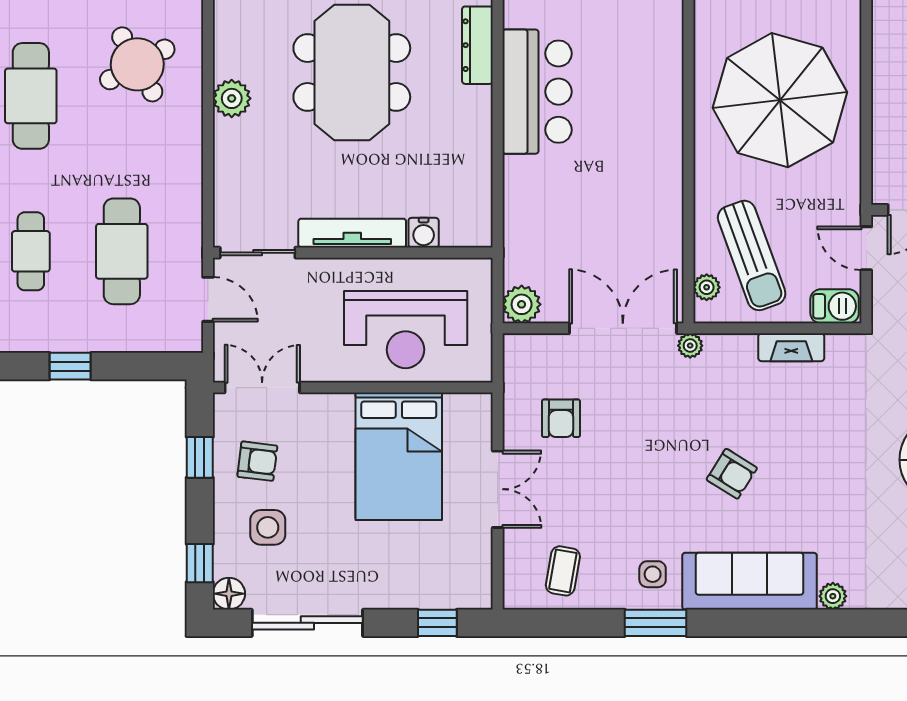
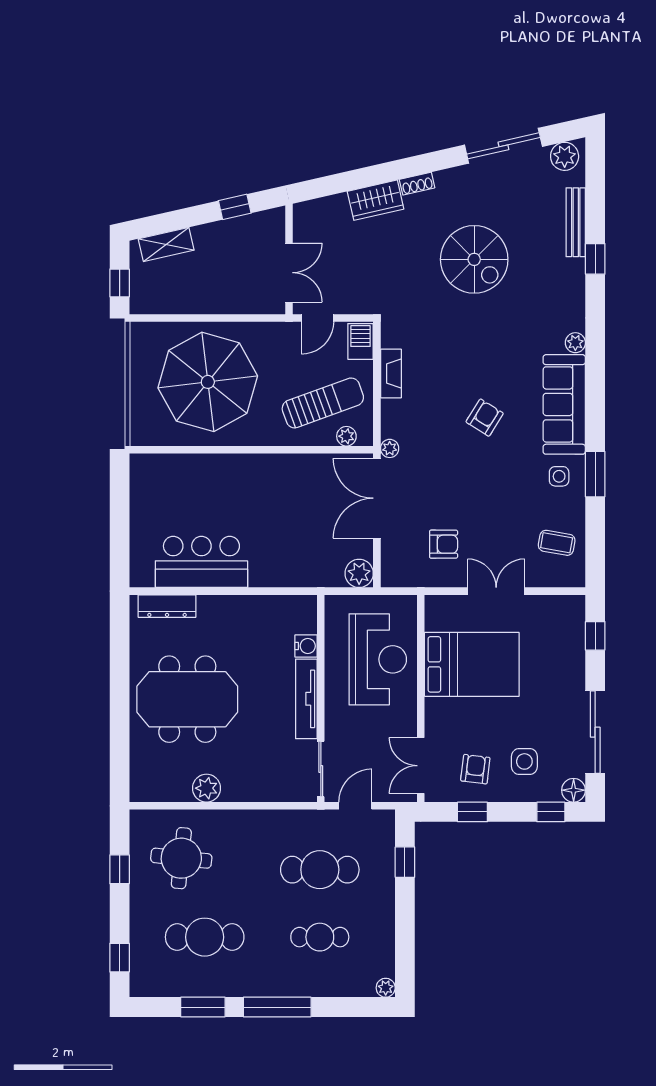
round table: (137, 64) -> (181, 858), turned 35
window: (70, 366) -> (405, 862), moved

